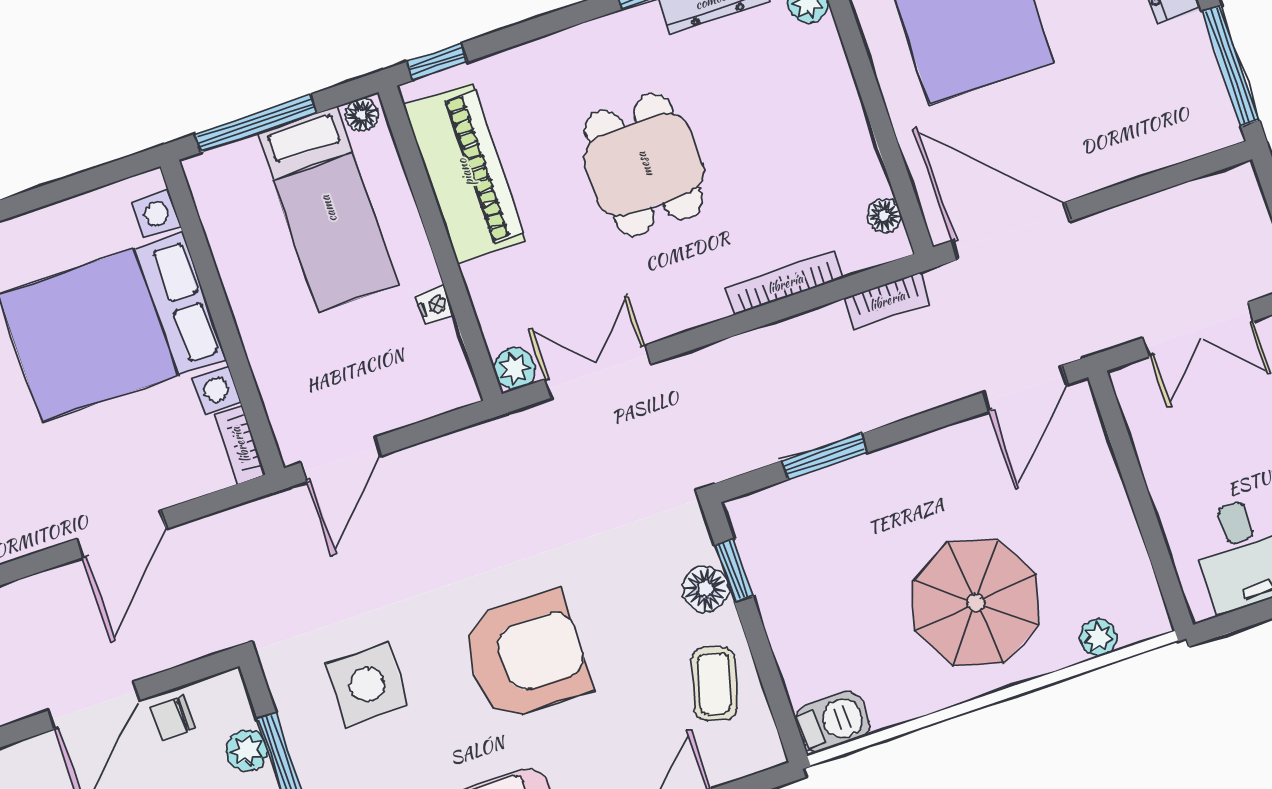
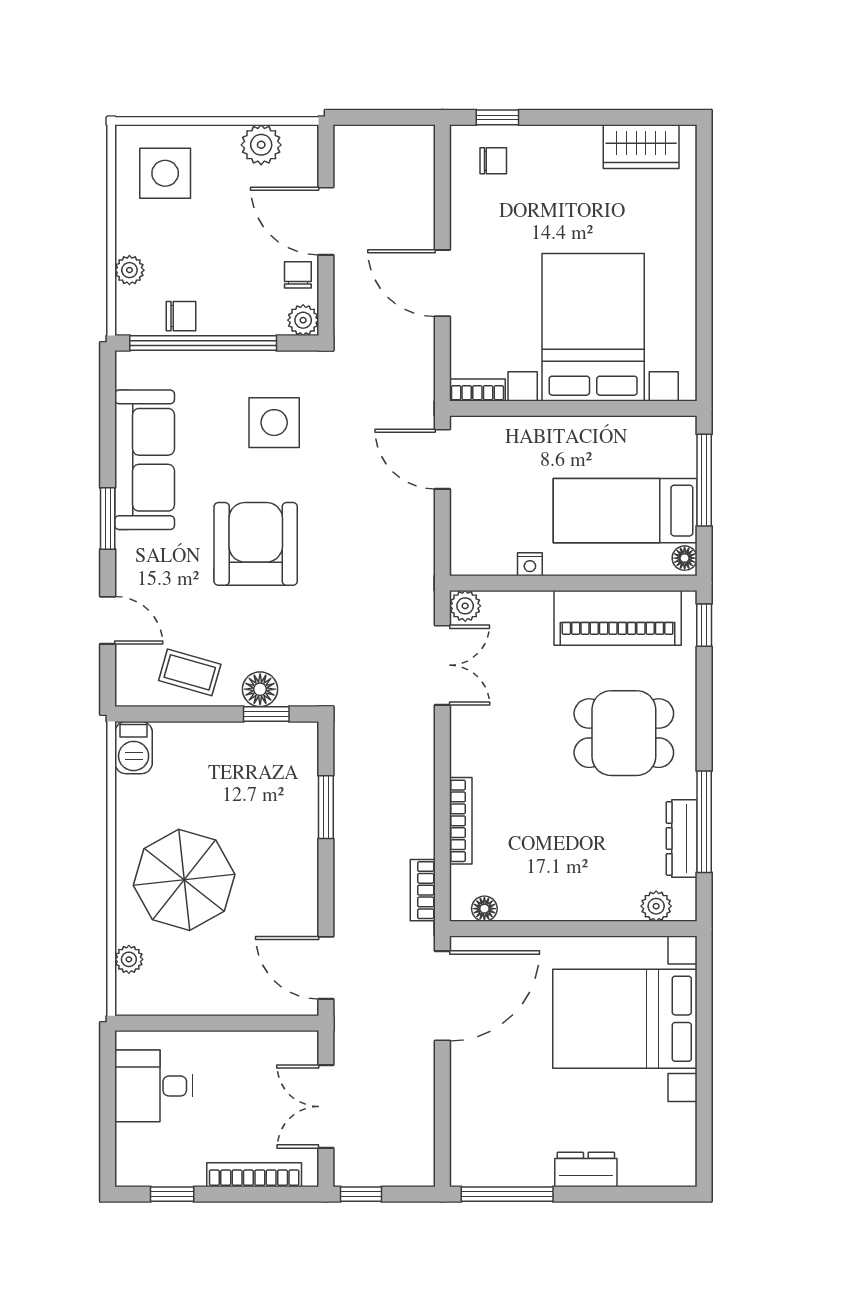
dining table: (644, 165) -> (624, 733), moved
armchair: (526, 656) -> (256, 544), turned 180
plant: (247, 750) -> (303, 320), moved

